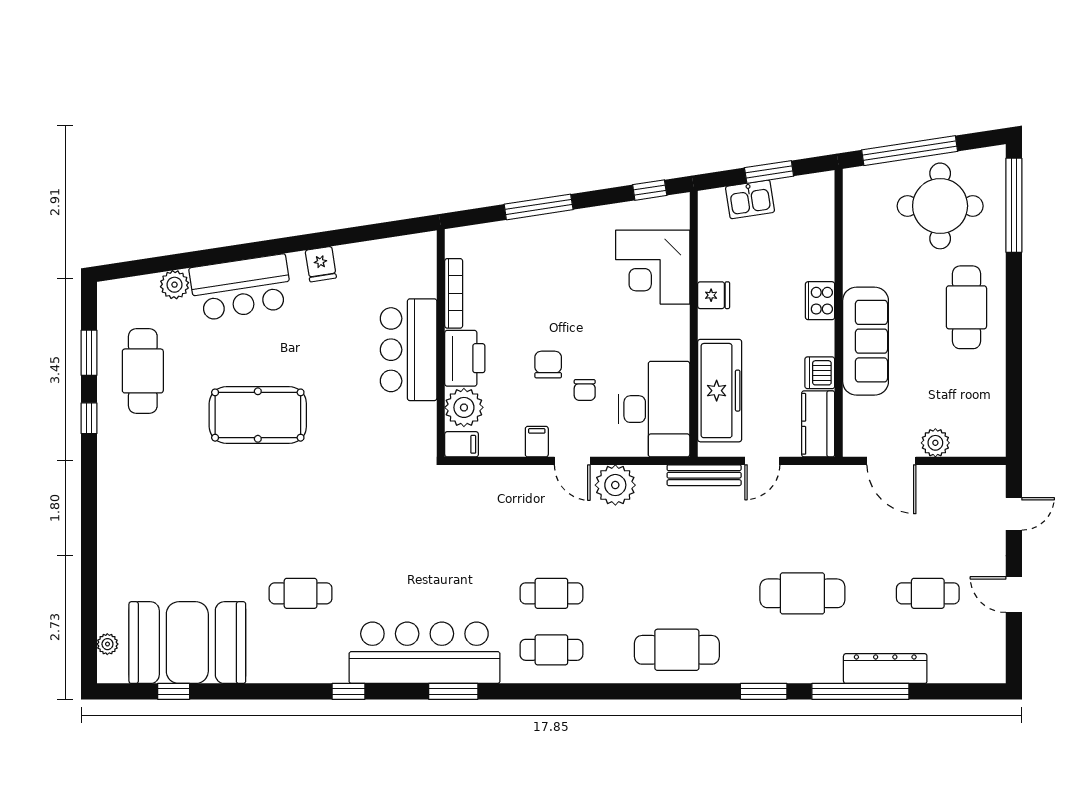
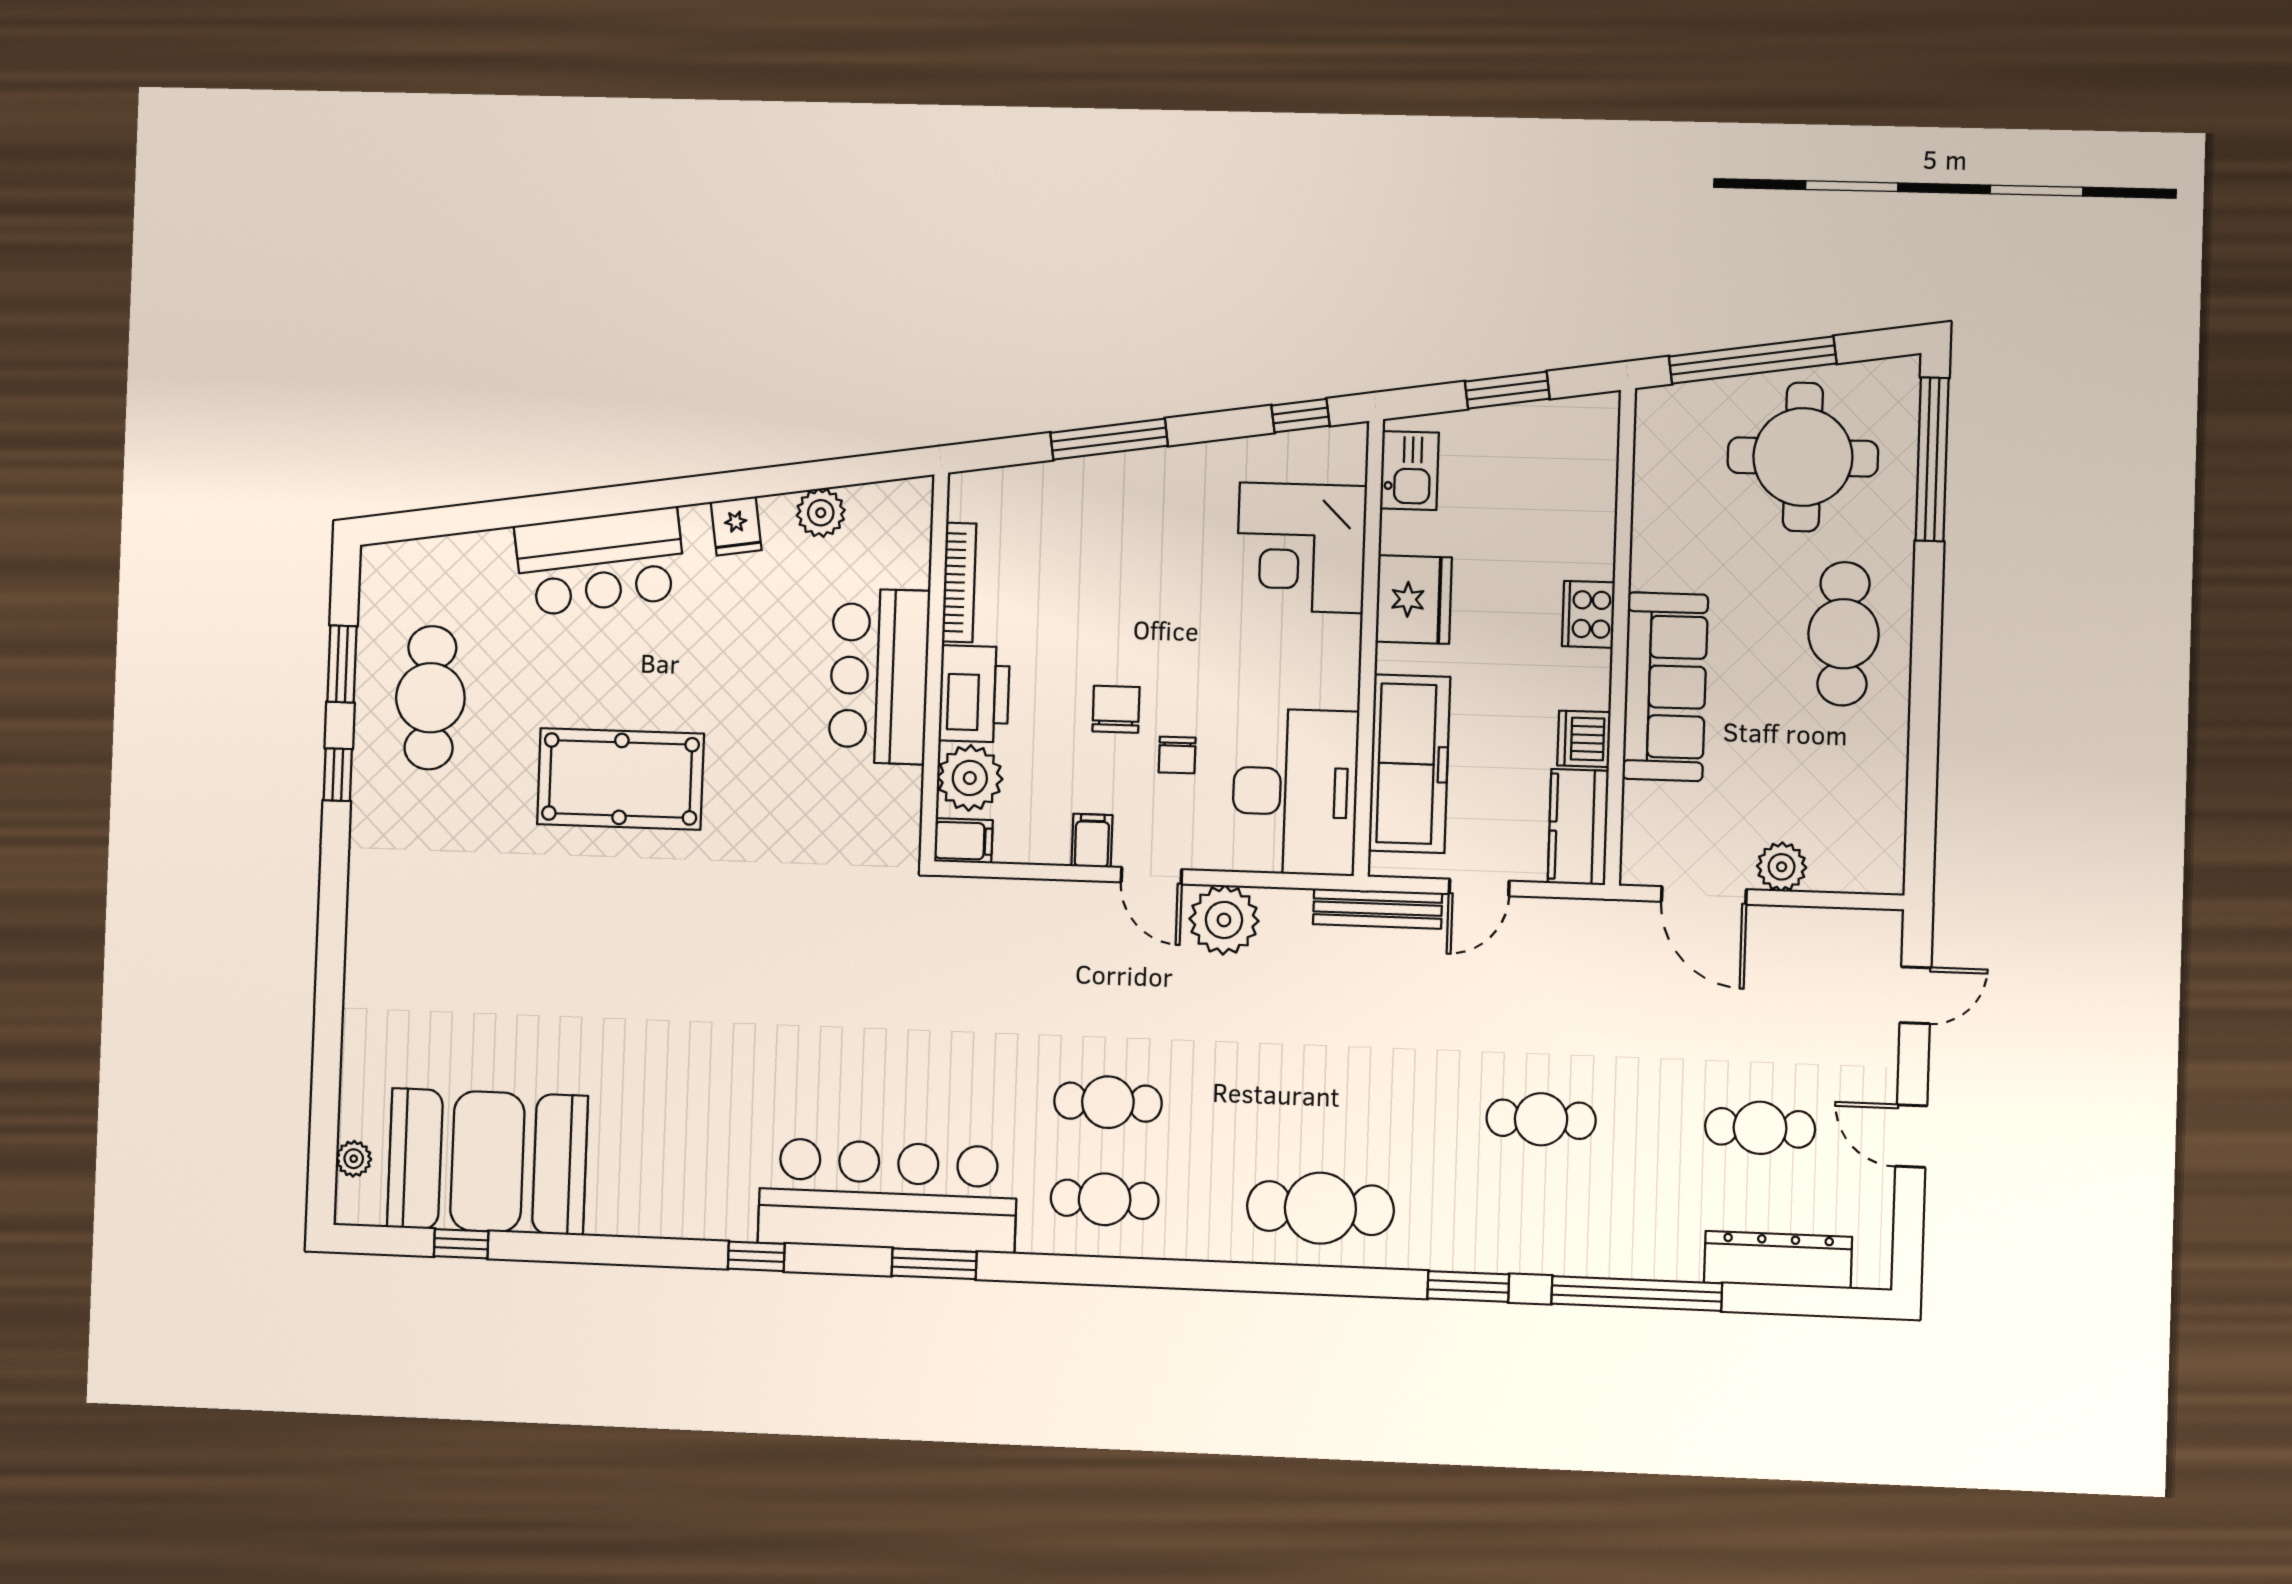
kitchen sink: (750, 199) -> (1409, 471), moved, turned -81
plant: (174, 285) -> (821, 513), moved
fridge: (714, 295) -> (1414, 600), width x1.88, depth x1.34
cafe table: (301, 593) -> (681, 1085), removed
cafe table: (802, 593) -> (1541, 1119), width x0.73, depth x0.74
dresser: (885, 669) -> (1778, 1260), moved

